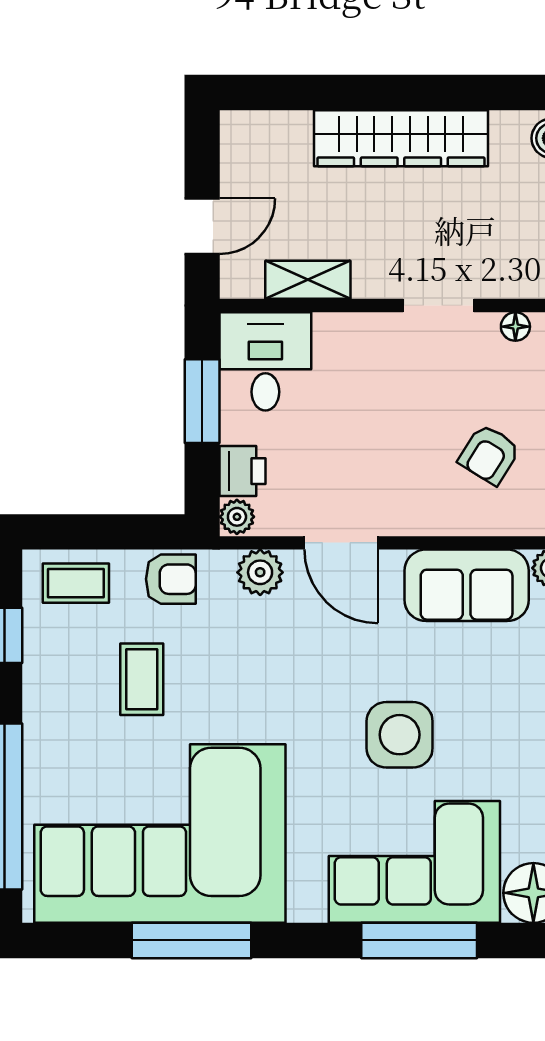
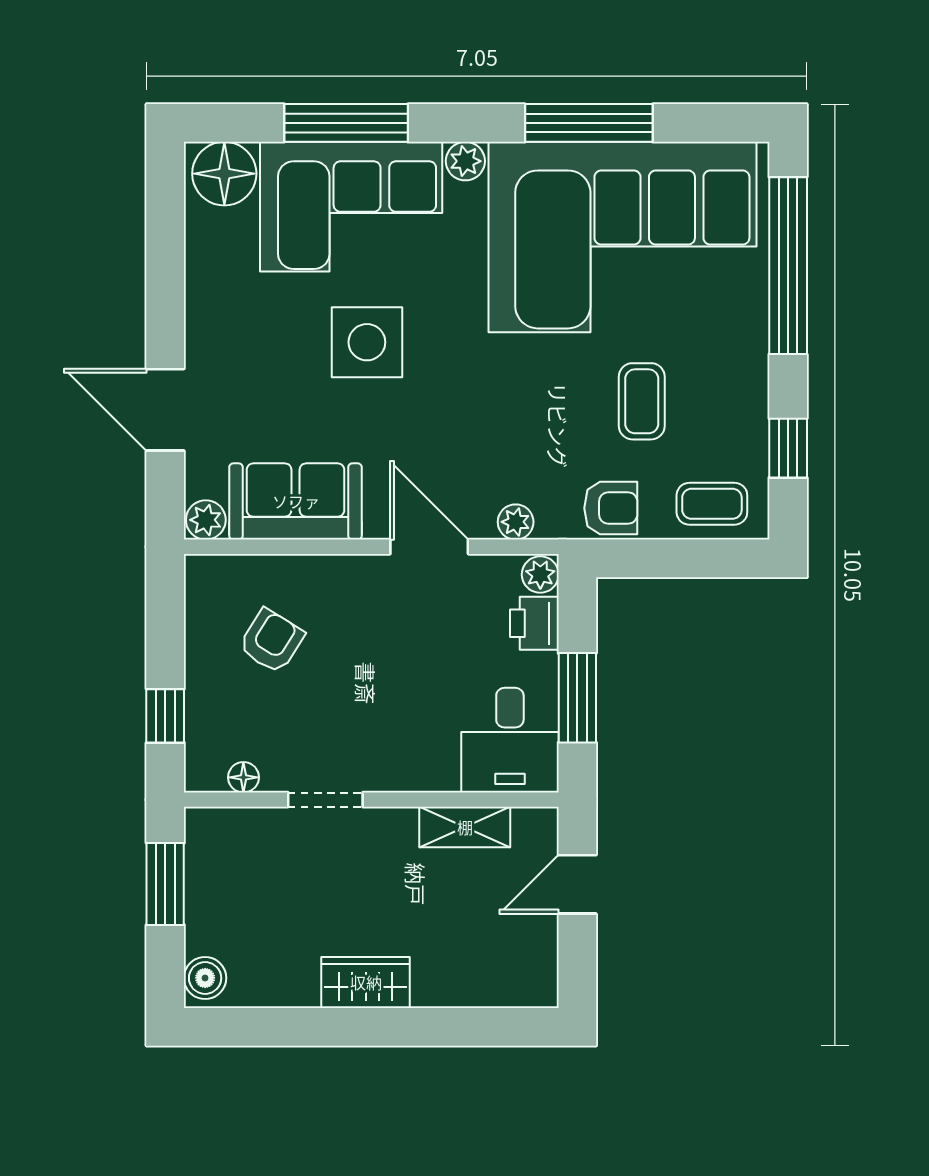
wardrobe: (401, 138) -> (366, 982), width x0.48, depth x0.85
plant: (260, 572) -> (516, 522), width x0.73, depth x0.73
armchair: (171, 579) -> (611, 508), turned 180
plant: (307, 905) -> (465, 161), added

